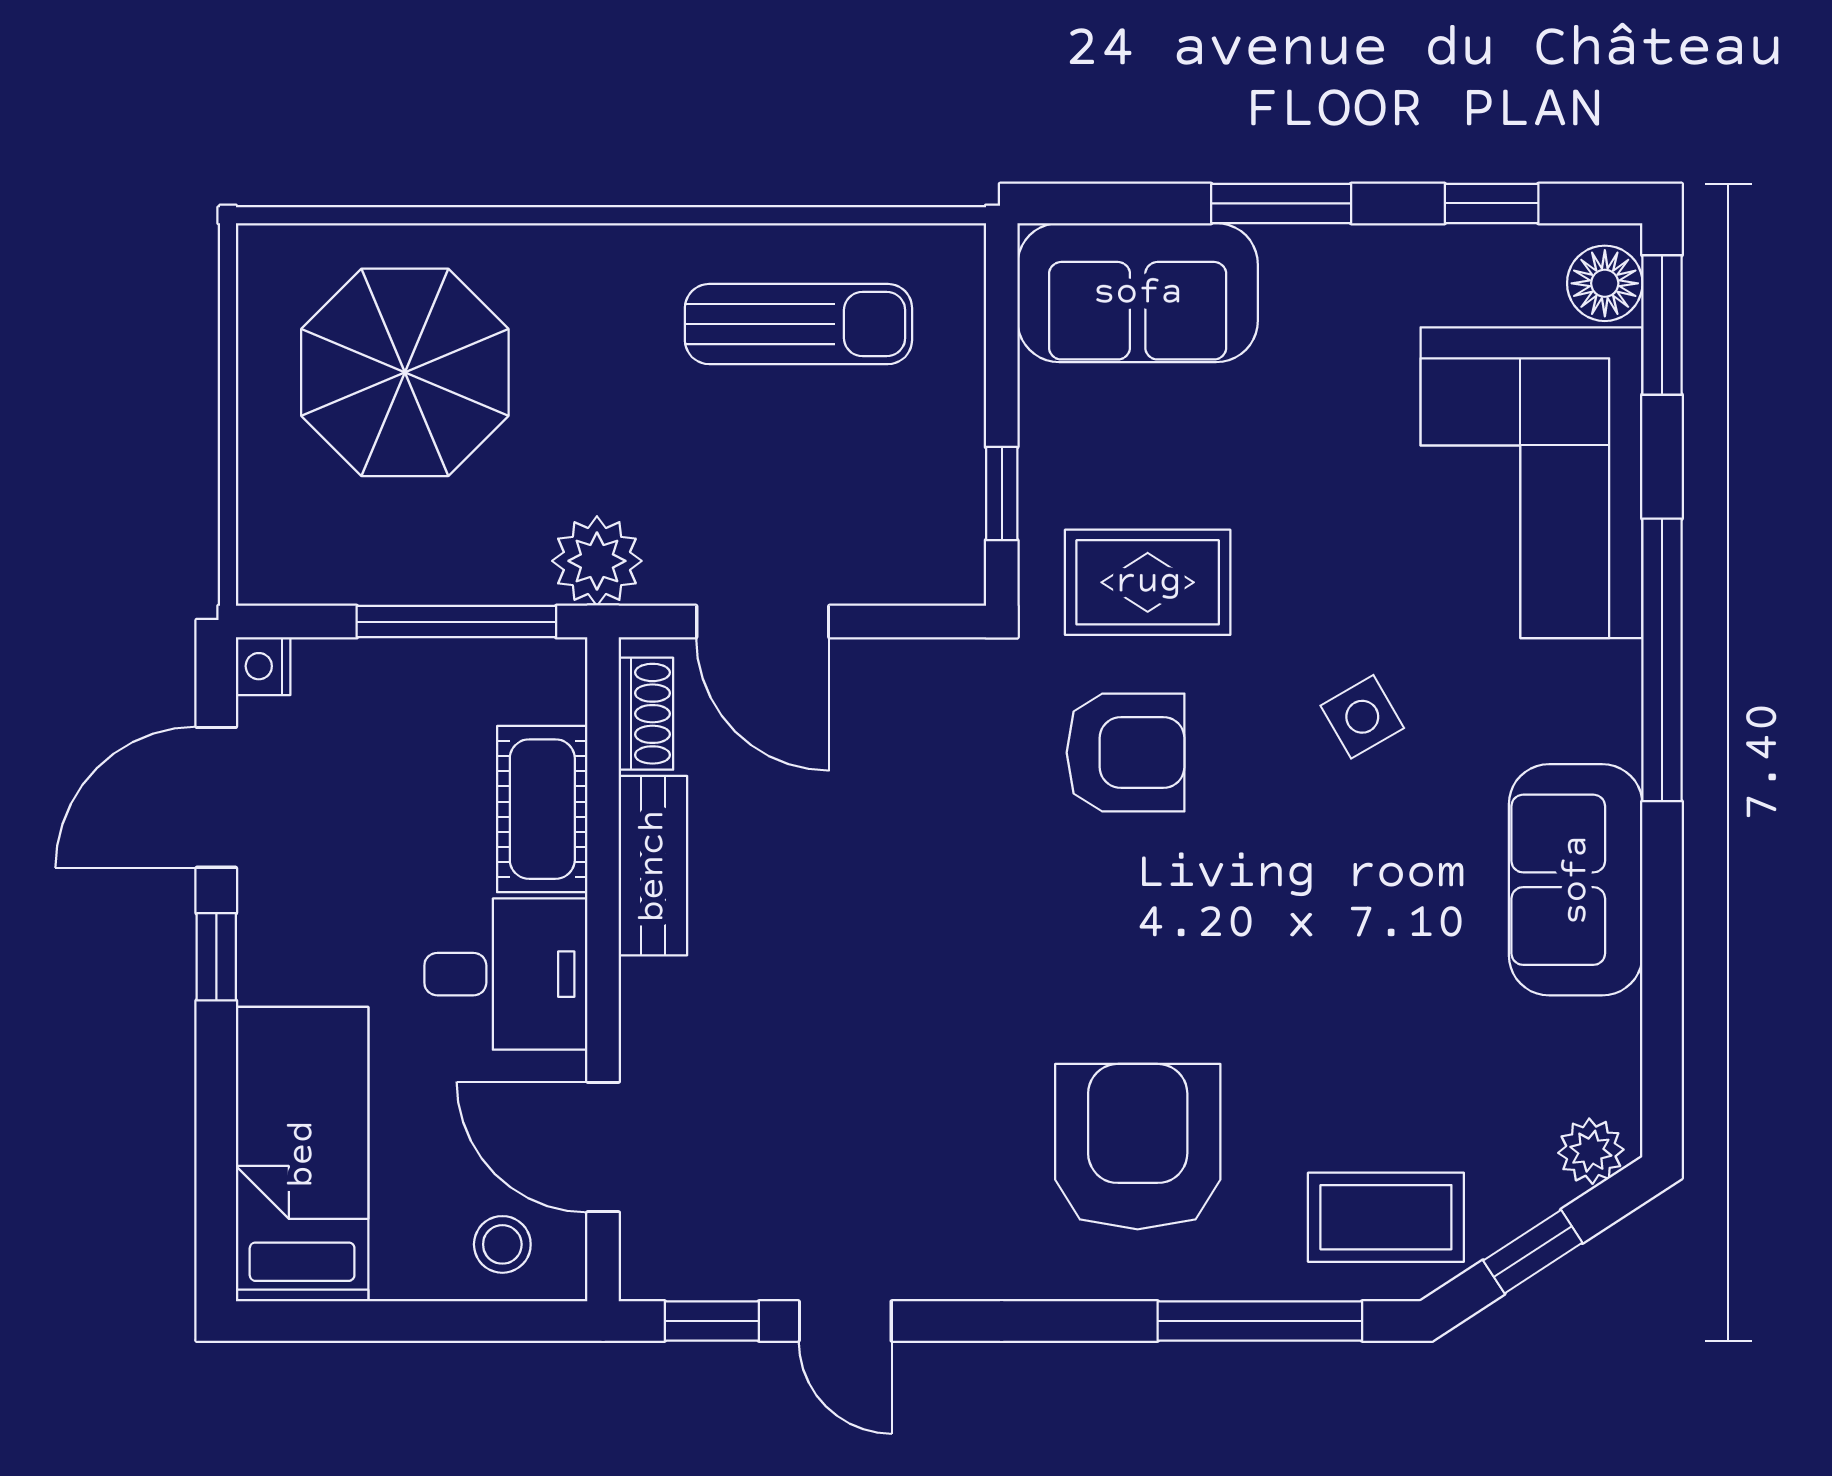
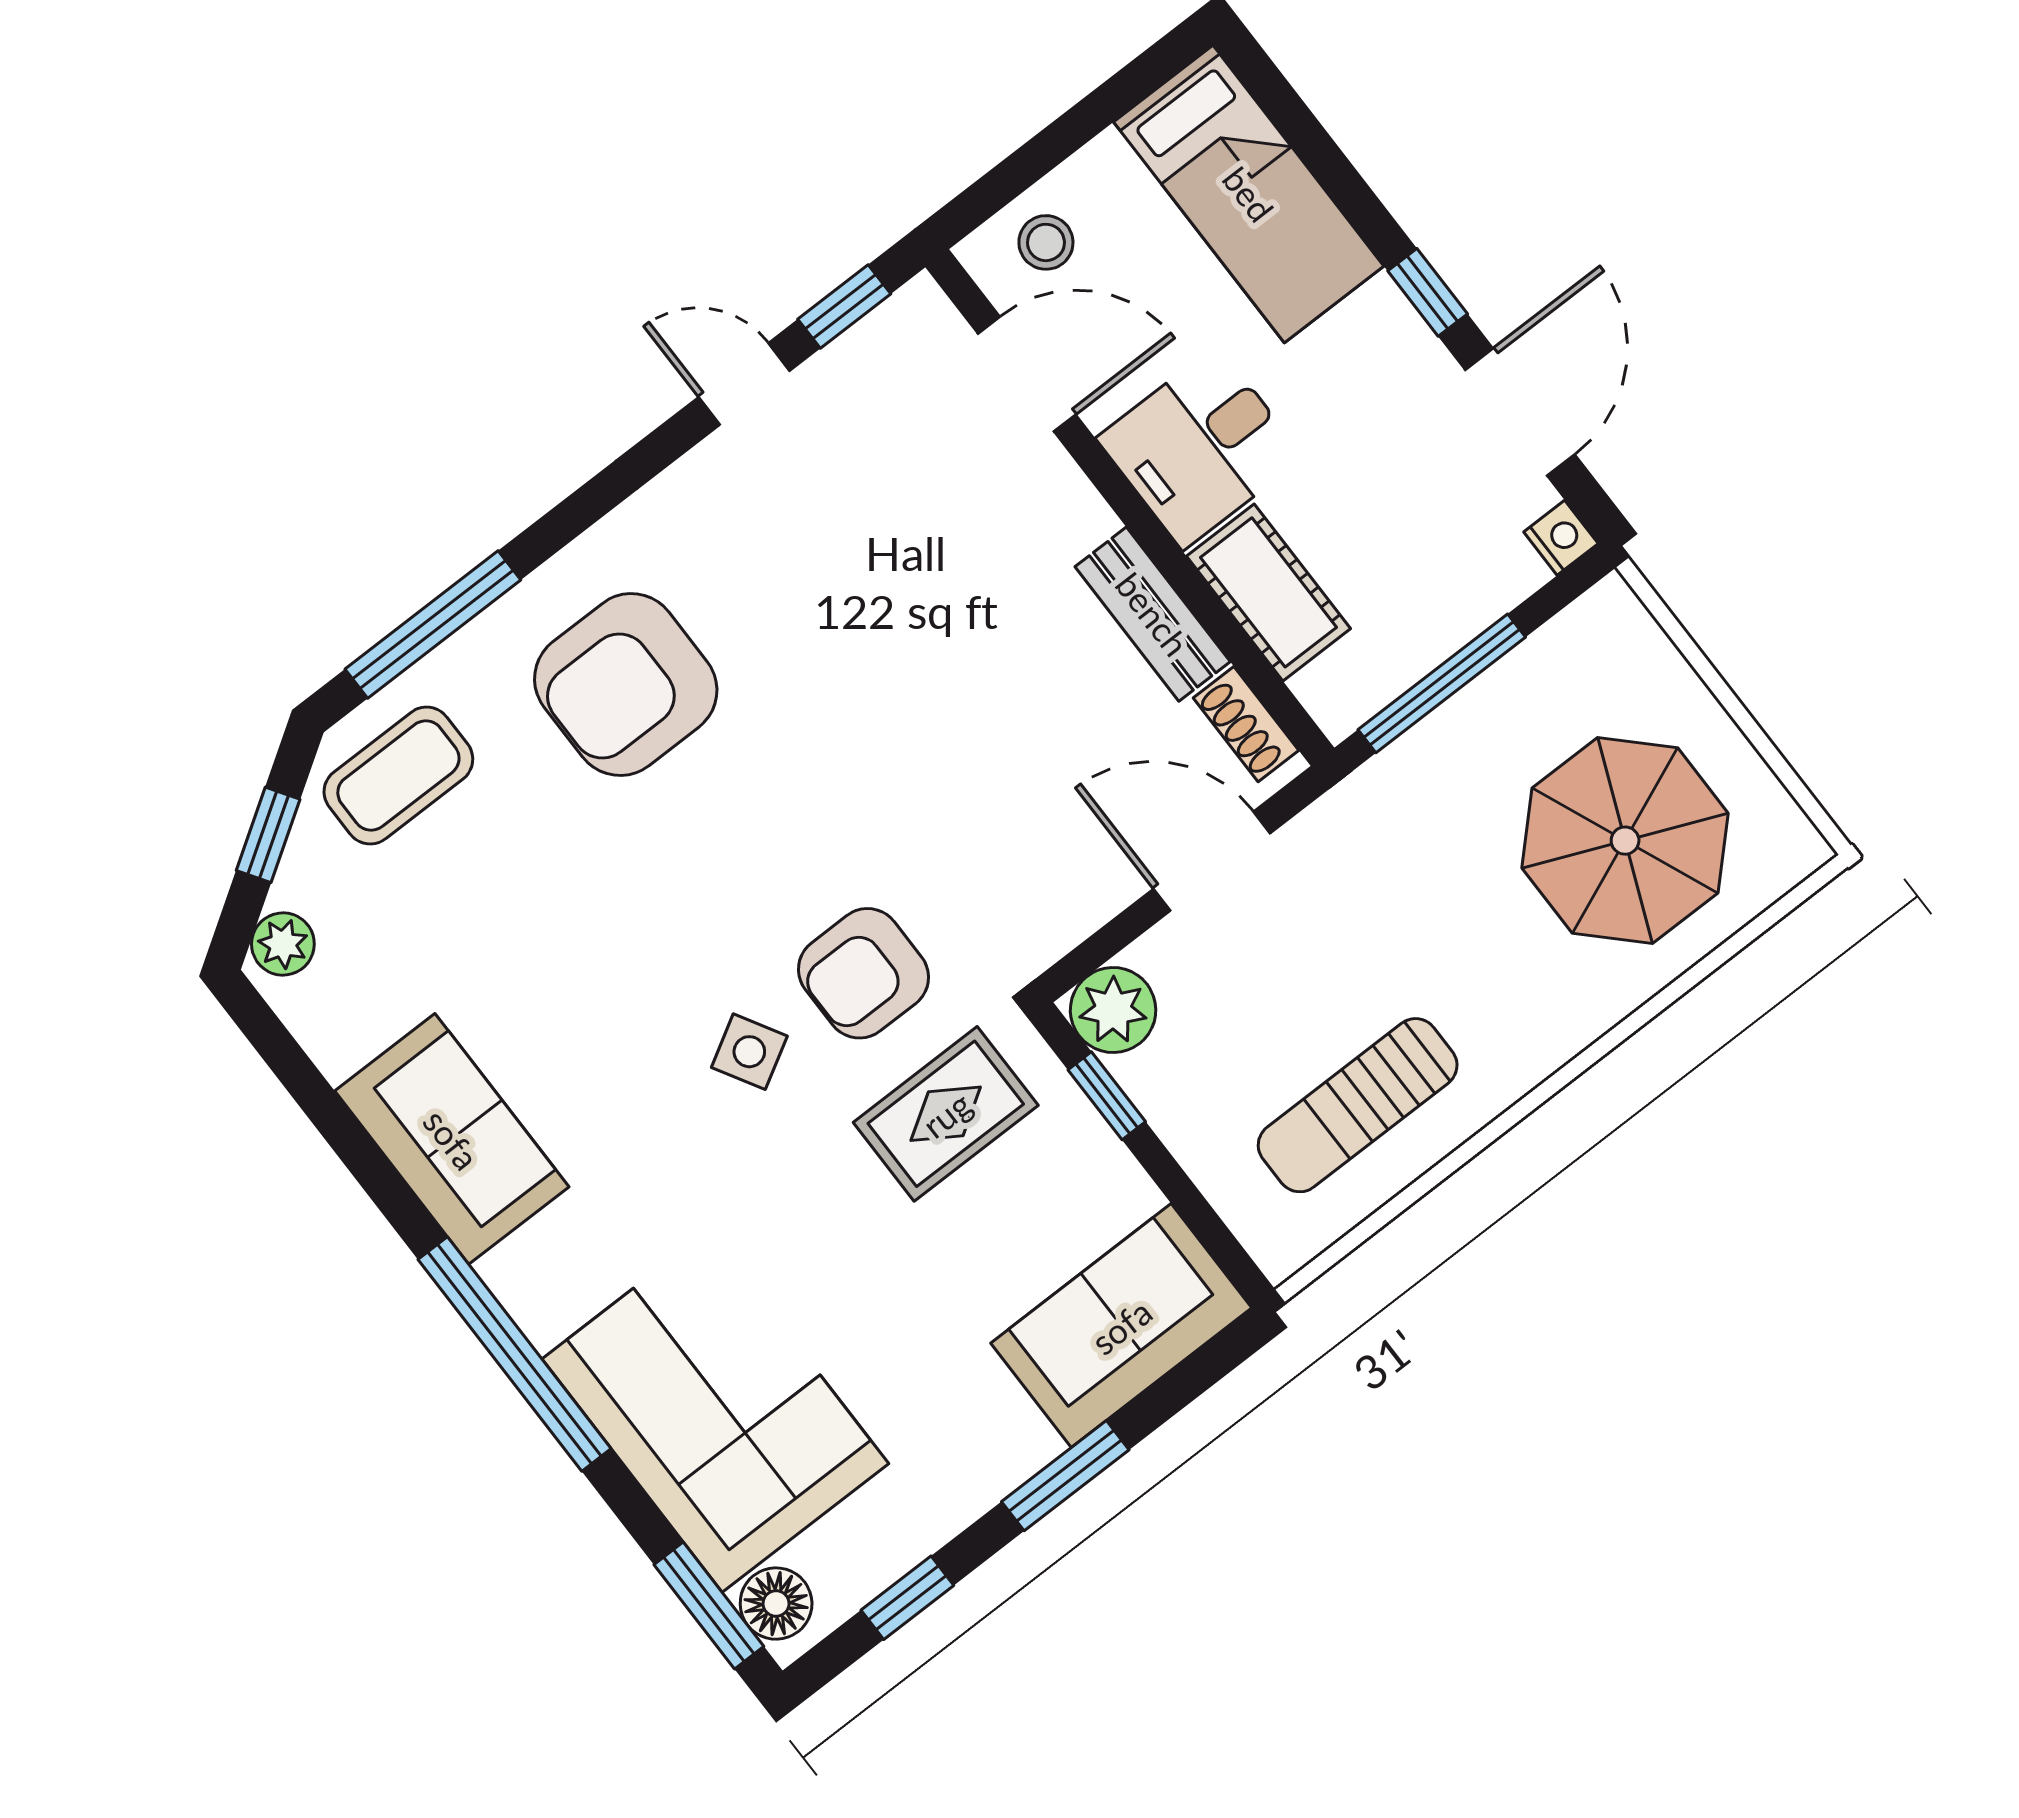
plant: (597, 561) -> (1113, 1010), moved
side table: (1362, 717) -> (749, 1052), moved
armchair: (1138, 1147) -> (626, 685), turned 90

